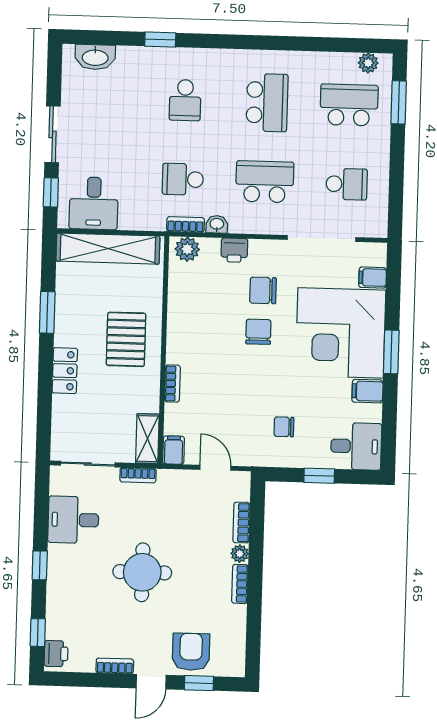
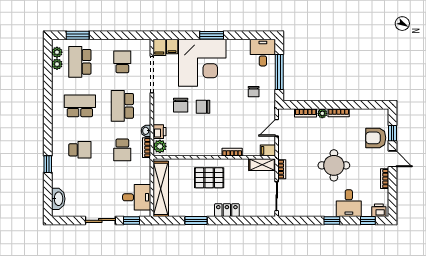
plant: (346, 62) -> (57, 64), added
printer: (234, 250) -> (160, 132), moved
filing cabinet: (368, 391) -> (159, 47), moved
window: (319, 476) -> (279, 72), width x2.17
desk: (73, 520) -> (349, 203), moved

